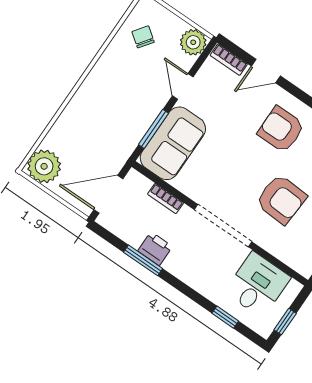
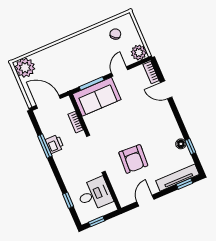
armchair: (281, 129) -> (155, 124), removed

